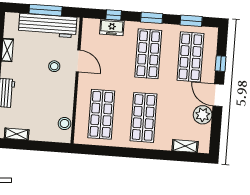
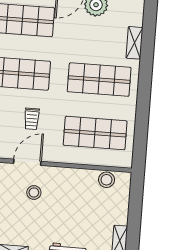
trolley: (112, 64) -> (32, 119), added
shelving: (185, 146) -> (134, 43), moved

